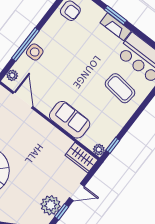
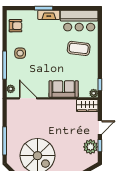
side table: (35, 52) -> (20, 53), moved

